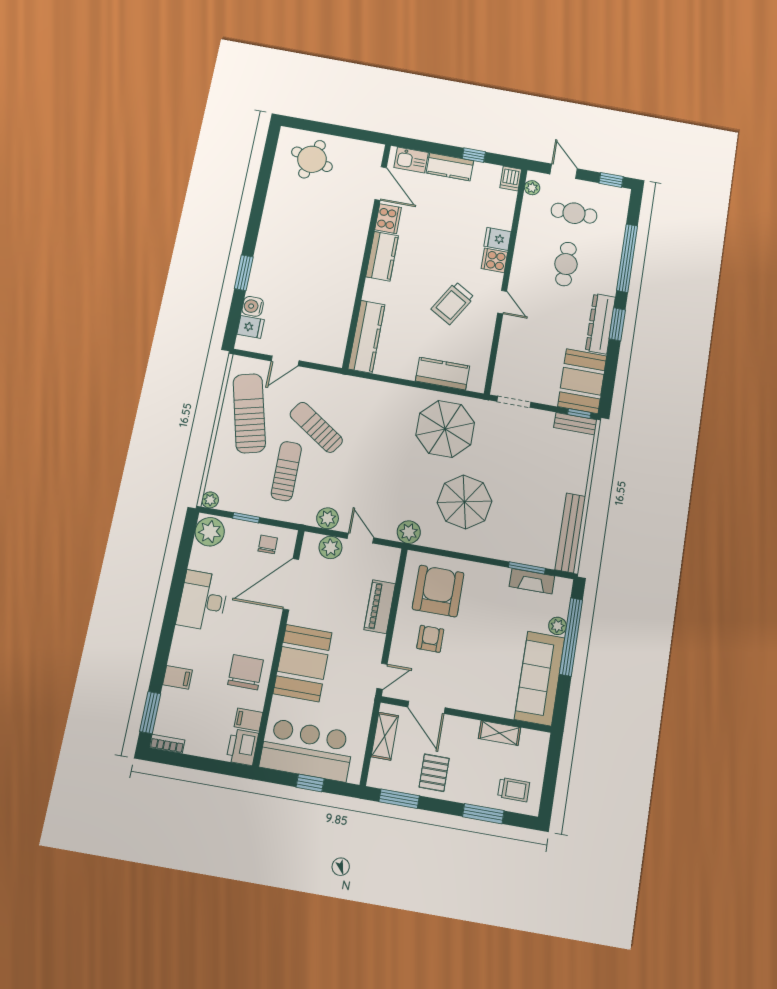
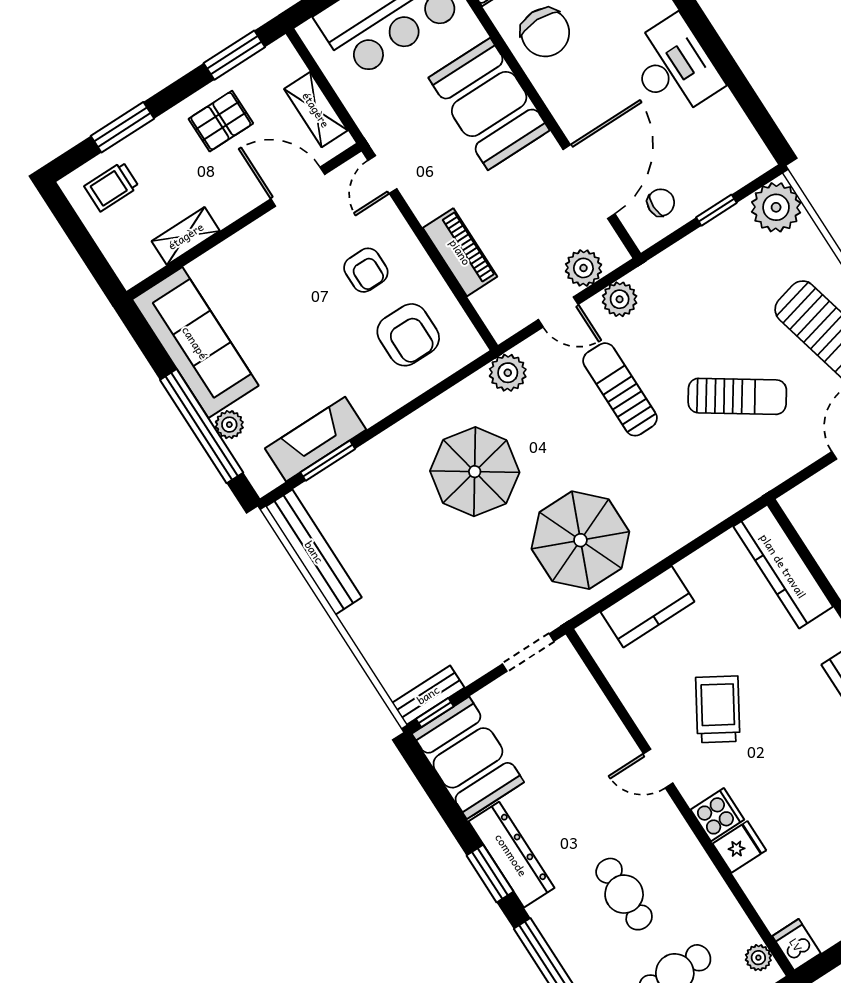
sun lounger: (286, 471) -> (620, 389), moved, turned 180
plant: (210, 500) -> (776, 207), width x1.88, depth x1.88
plant: (210, 532) -> (743, 154), removed
chair: (268, 544) -> (661, 203), turned -90
fireplace: (532, 581) -> (316, 439), width x1.37, depth x1.32
armchair: (438, 591) -> (408, 335), width x0.73, depth x0.73
pallet: (434, 773) -> (221, 121), turned 90

